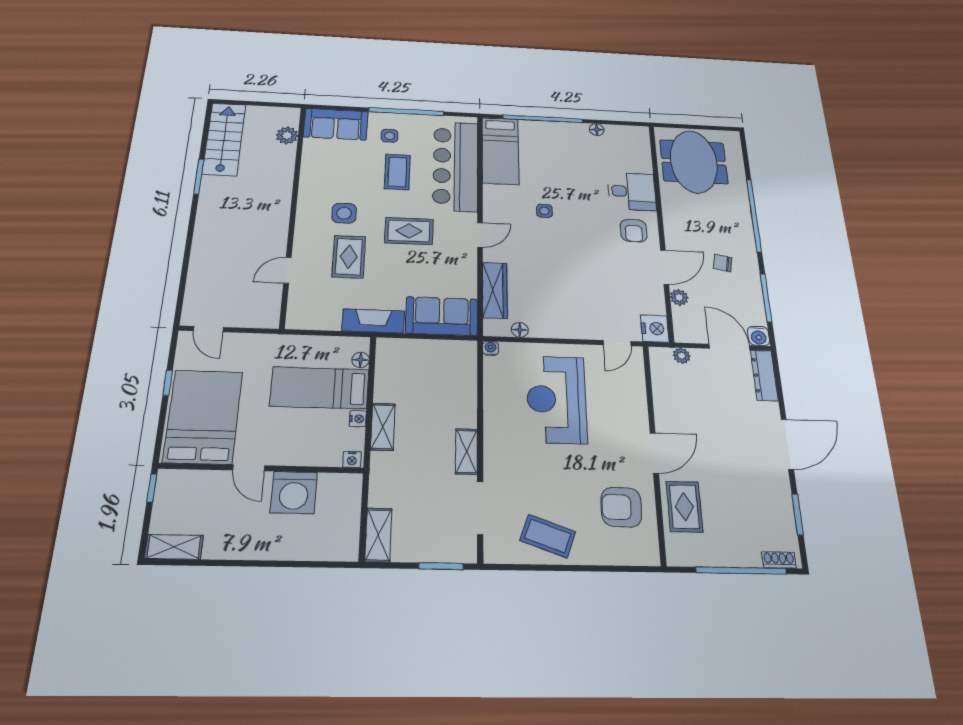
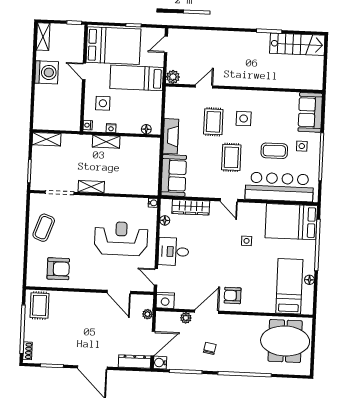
plant: (287, 135) -> (173, 77), moved
bed: (500, 151) -> (291, 222), width x1.50
bed: (610, 155) -> (289, 286), added
desk: (632, 191) -> (173, 252), moved, turned 90
rug: (349, 257) -> (213, 122), turned 90
door: (665, 267) -> (207, 312), swing flipped
door: (287, 270) -> (204, 87), hinge flipped
bed: (320, 388) -> (137, 78), moved, turned -90
side table: (311, 433) -> (103, 103), added
door: (654, 453) -> (119, 292), moved
door: (249, 468) -> (84, 71), hinge flipped
washing machine: (294, 492) -> (47, 72), moved, turned 180
armchair: (621, 507) -> (58, 269), turned 89
rug: (684, 507) -> (40, 305), moved, turned 90

